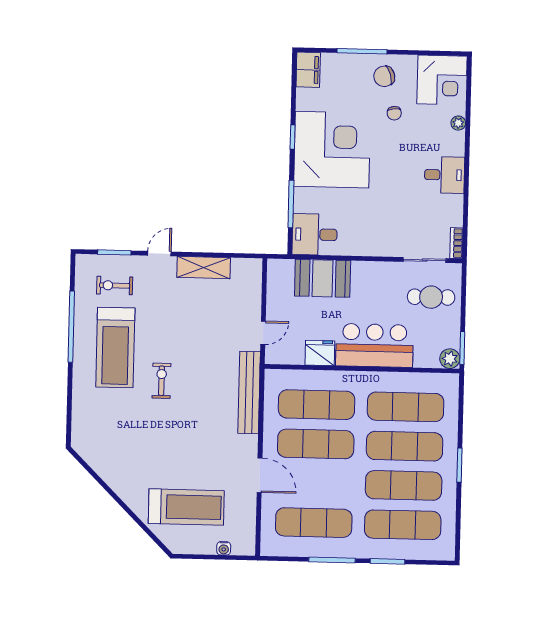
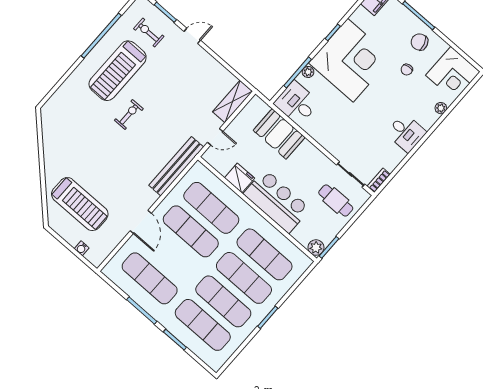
plant: (301, 195) -> (308, 72), added
shelving: (204, 267) -> (233, 101), moved, turned 90

